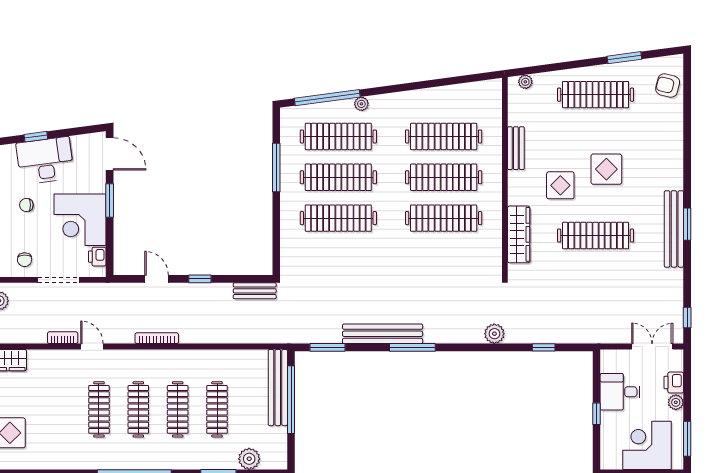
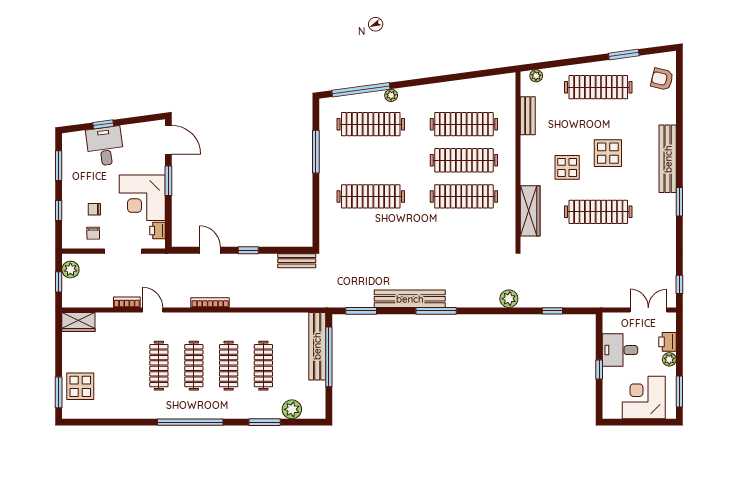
bench: (516, 148) -> (528, 116), moved
desk: (45, 160) -> (105, 146), width x0.73
clothes rail: (338, 177) -> (371, 160), removed
chair: (26, 205) -> (94, 209), moved
bench: (674, 229) -> (668, 159), moved

